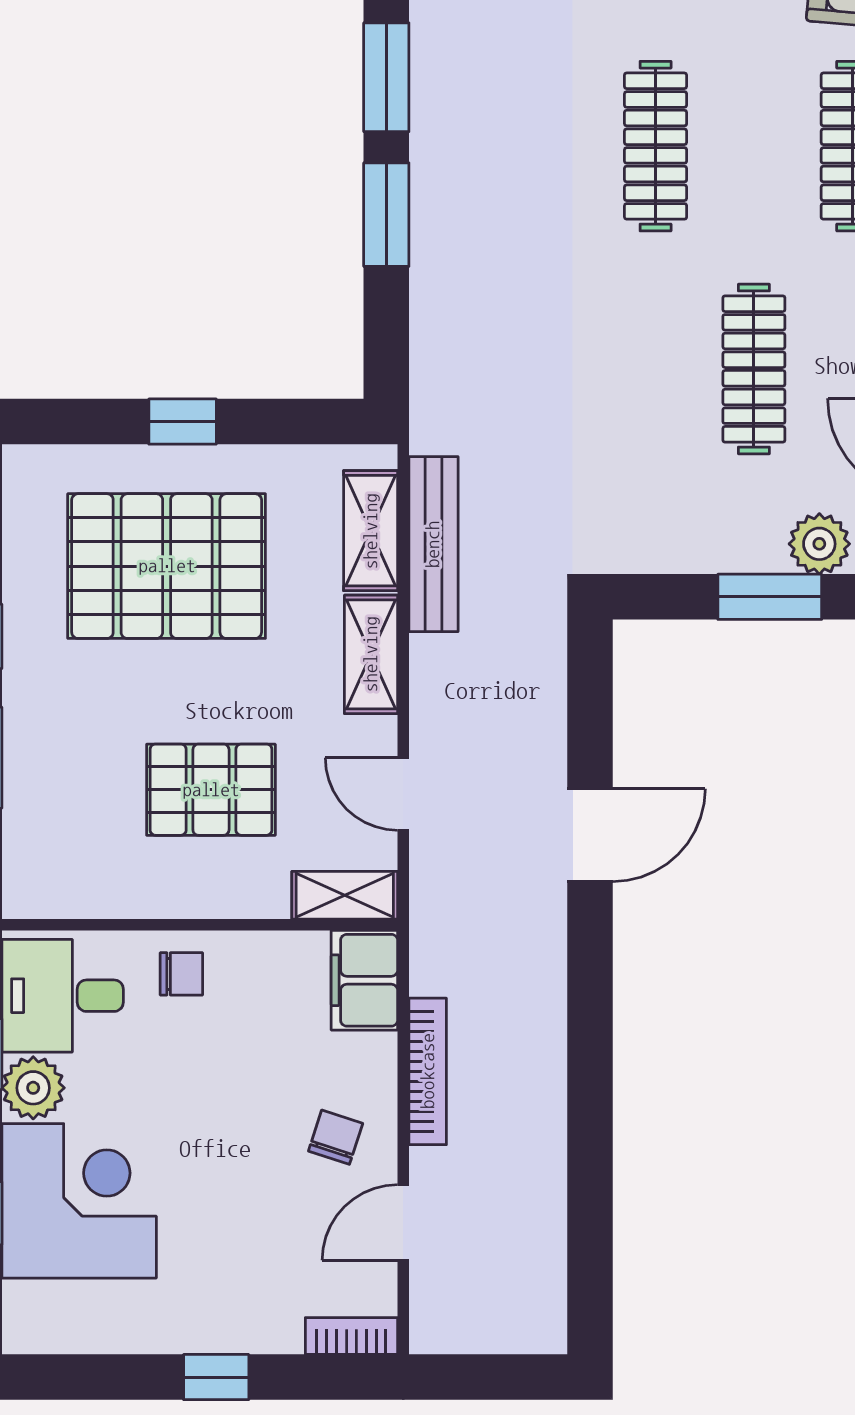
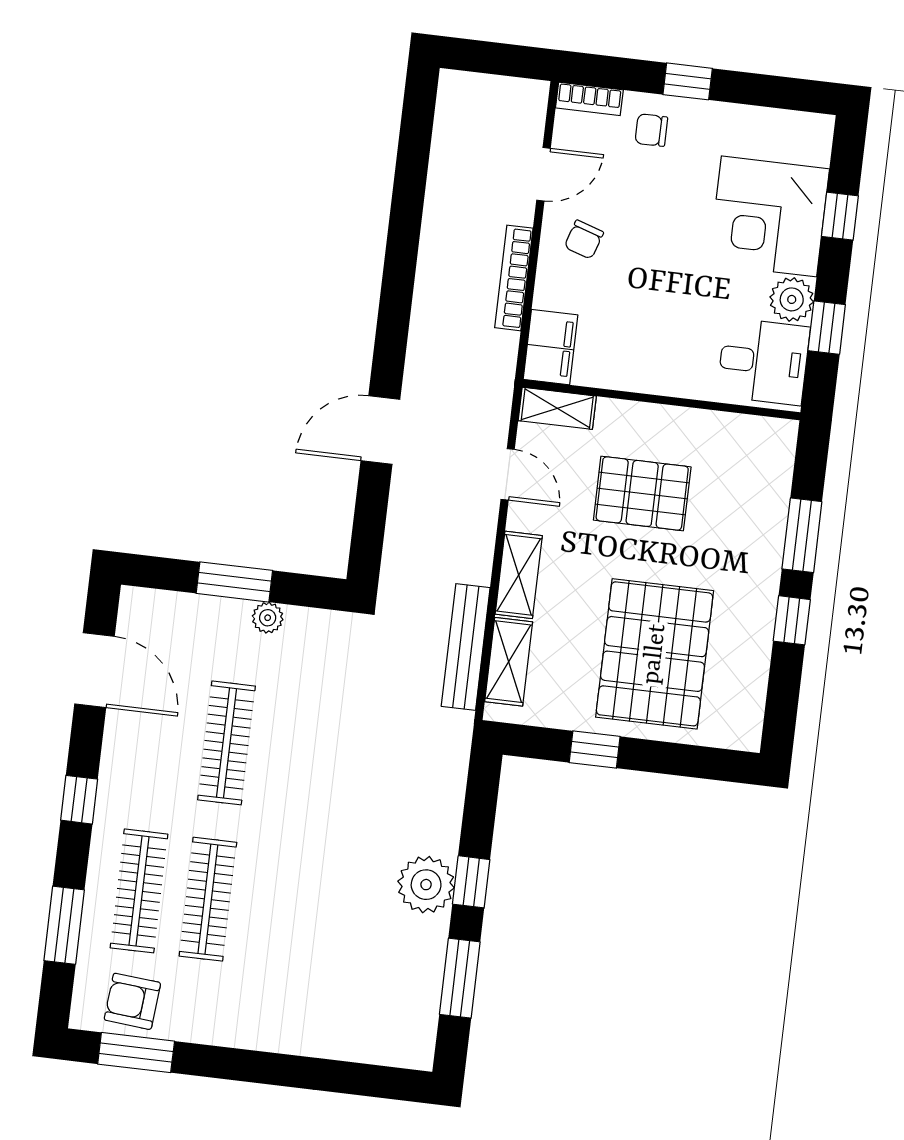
clothes rail: (656, 146) -> (208, 899), moved
plant: (449, 203) -> (426, 885), added
window: (386, 215) -> (471, 882), width x0.67
window: (183, 422) -> (595, 750), moved
plant: (819, 544) -> (268, 618), moved, width x0.73, depth x0.73
pallet: (167, 566) -> (655, 654), turned 90
chair: (181, 974) -> (651, 130), moved

